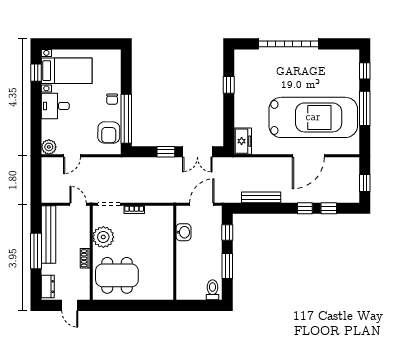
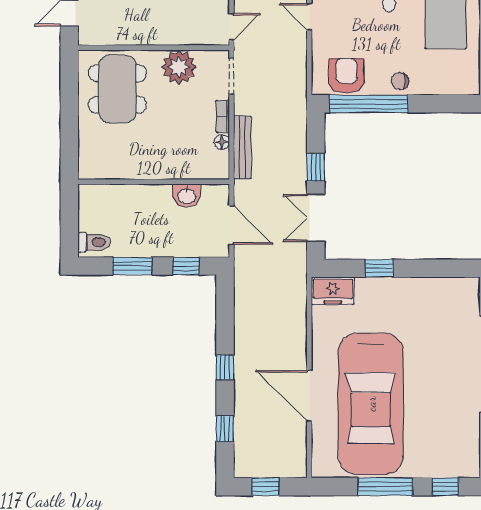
window: (229, 85) -> (379, 268), moved
armchair: (109, 133) -> (347, 76), turned 89
bench: (261, 197) -> (242, 147), moved
window: (305, 208) -> (225, 367), moved
floor lamp: (150, 210) -> (222, 142), added
shoe rack: (85, 258) -> (145, 38), removed

